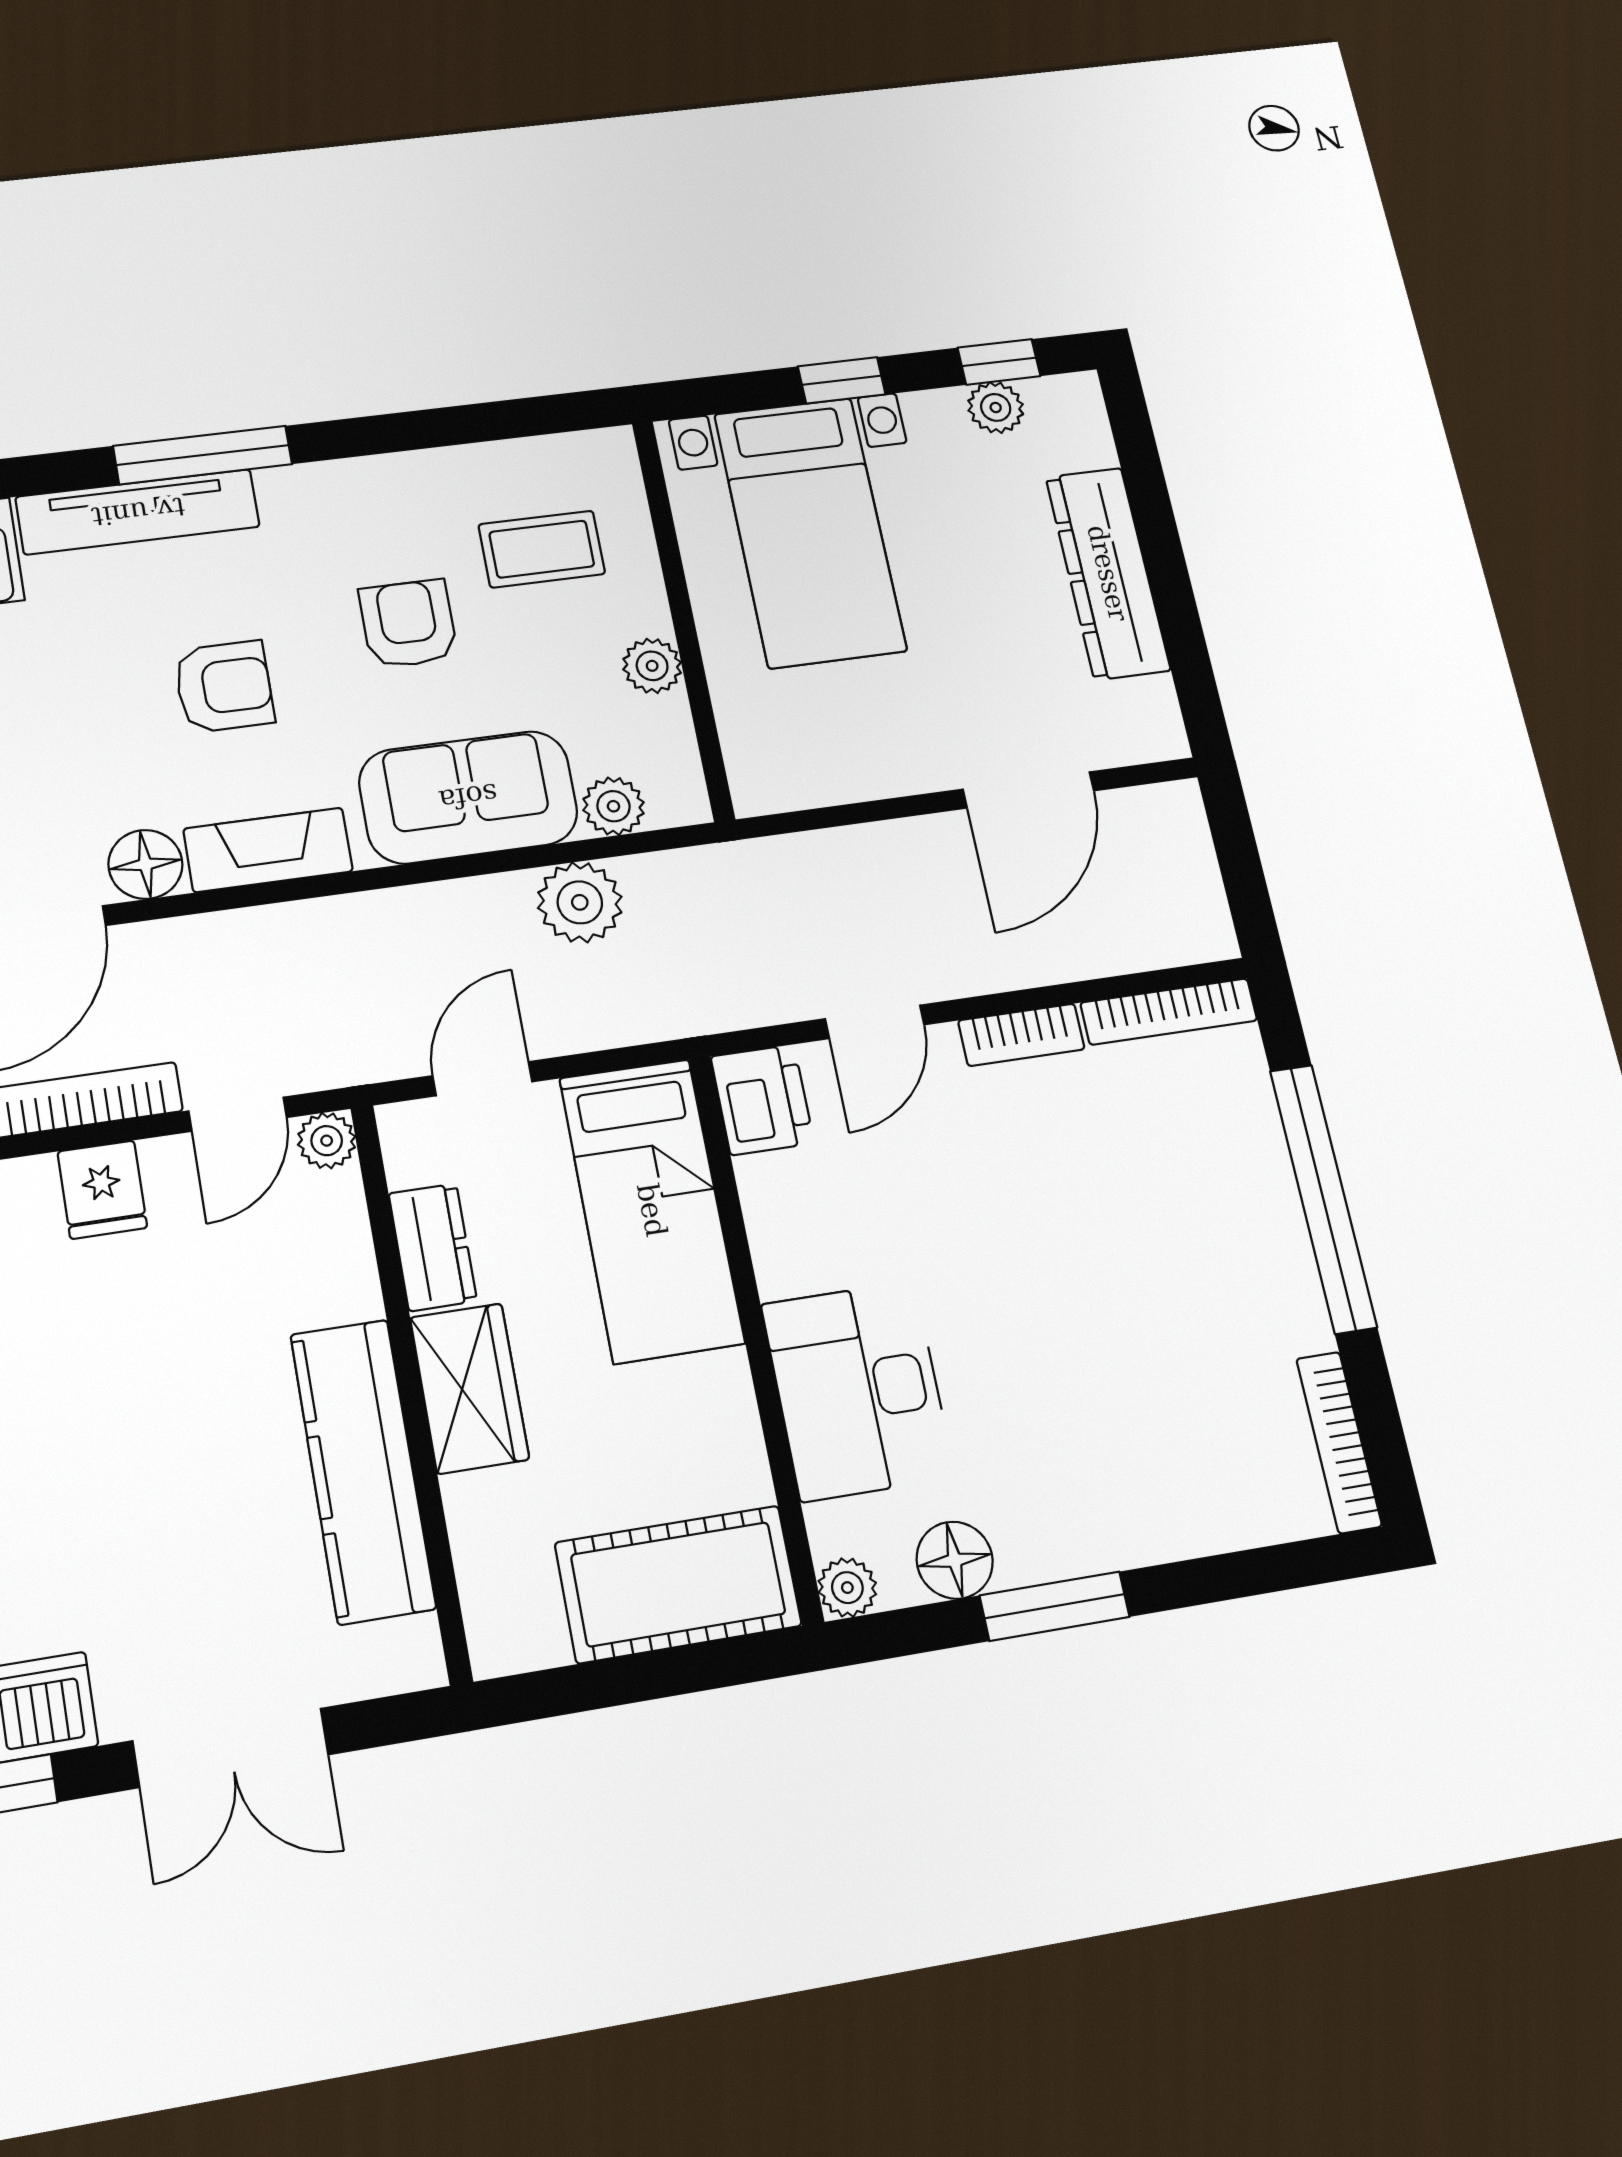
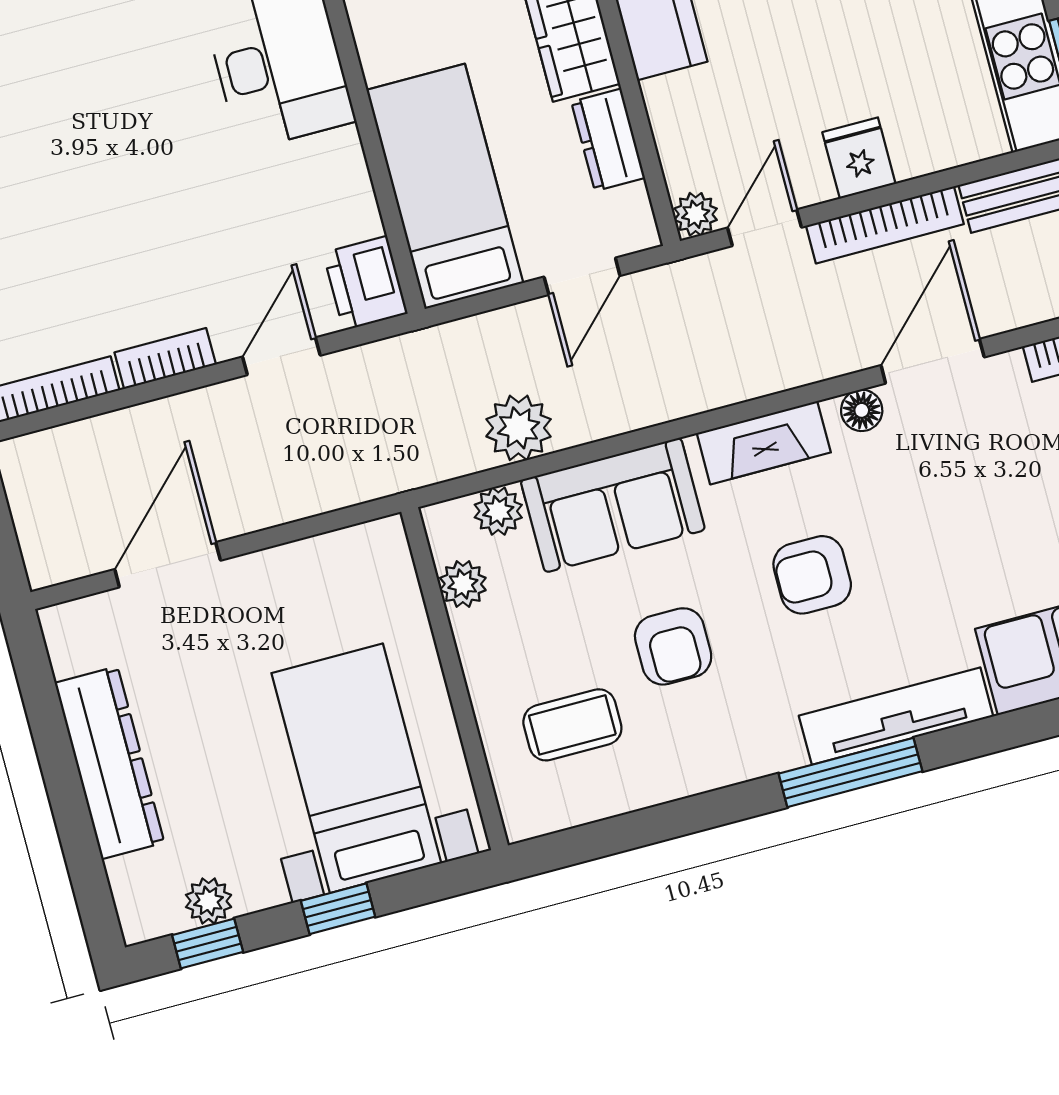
plant: (652, 666) -> (463, 584), moved
floor lamp: (145, 864) -> (862, 410), width x0.73, depth x0.73

